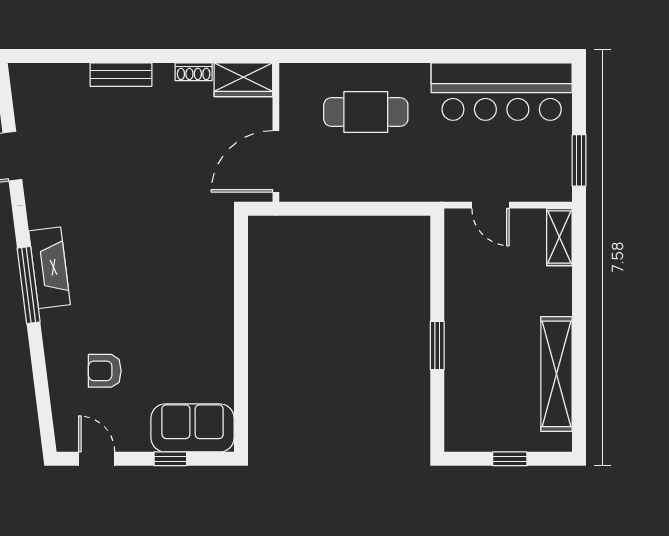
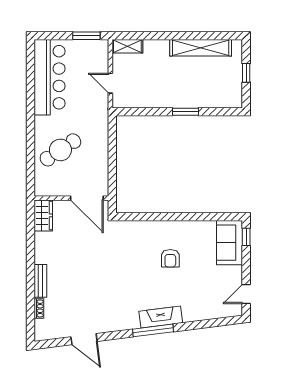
shoe rack: (194, 72) -> (39, 308), moved
cafe table: (366, 112) -> (60, 150), turned 56
door: (491, 205) -> (110, 83), swing flipped
fireplace: (50, 268) -> (161, 317), moved
armchair: (105, 371) -> (170, 258), moved
window: (170, 459) -> (246, 237), moved

